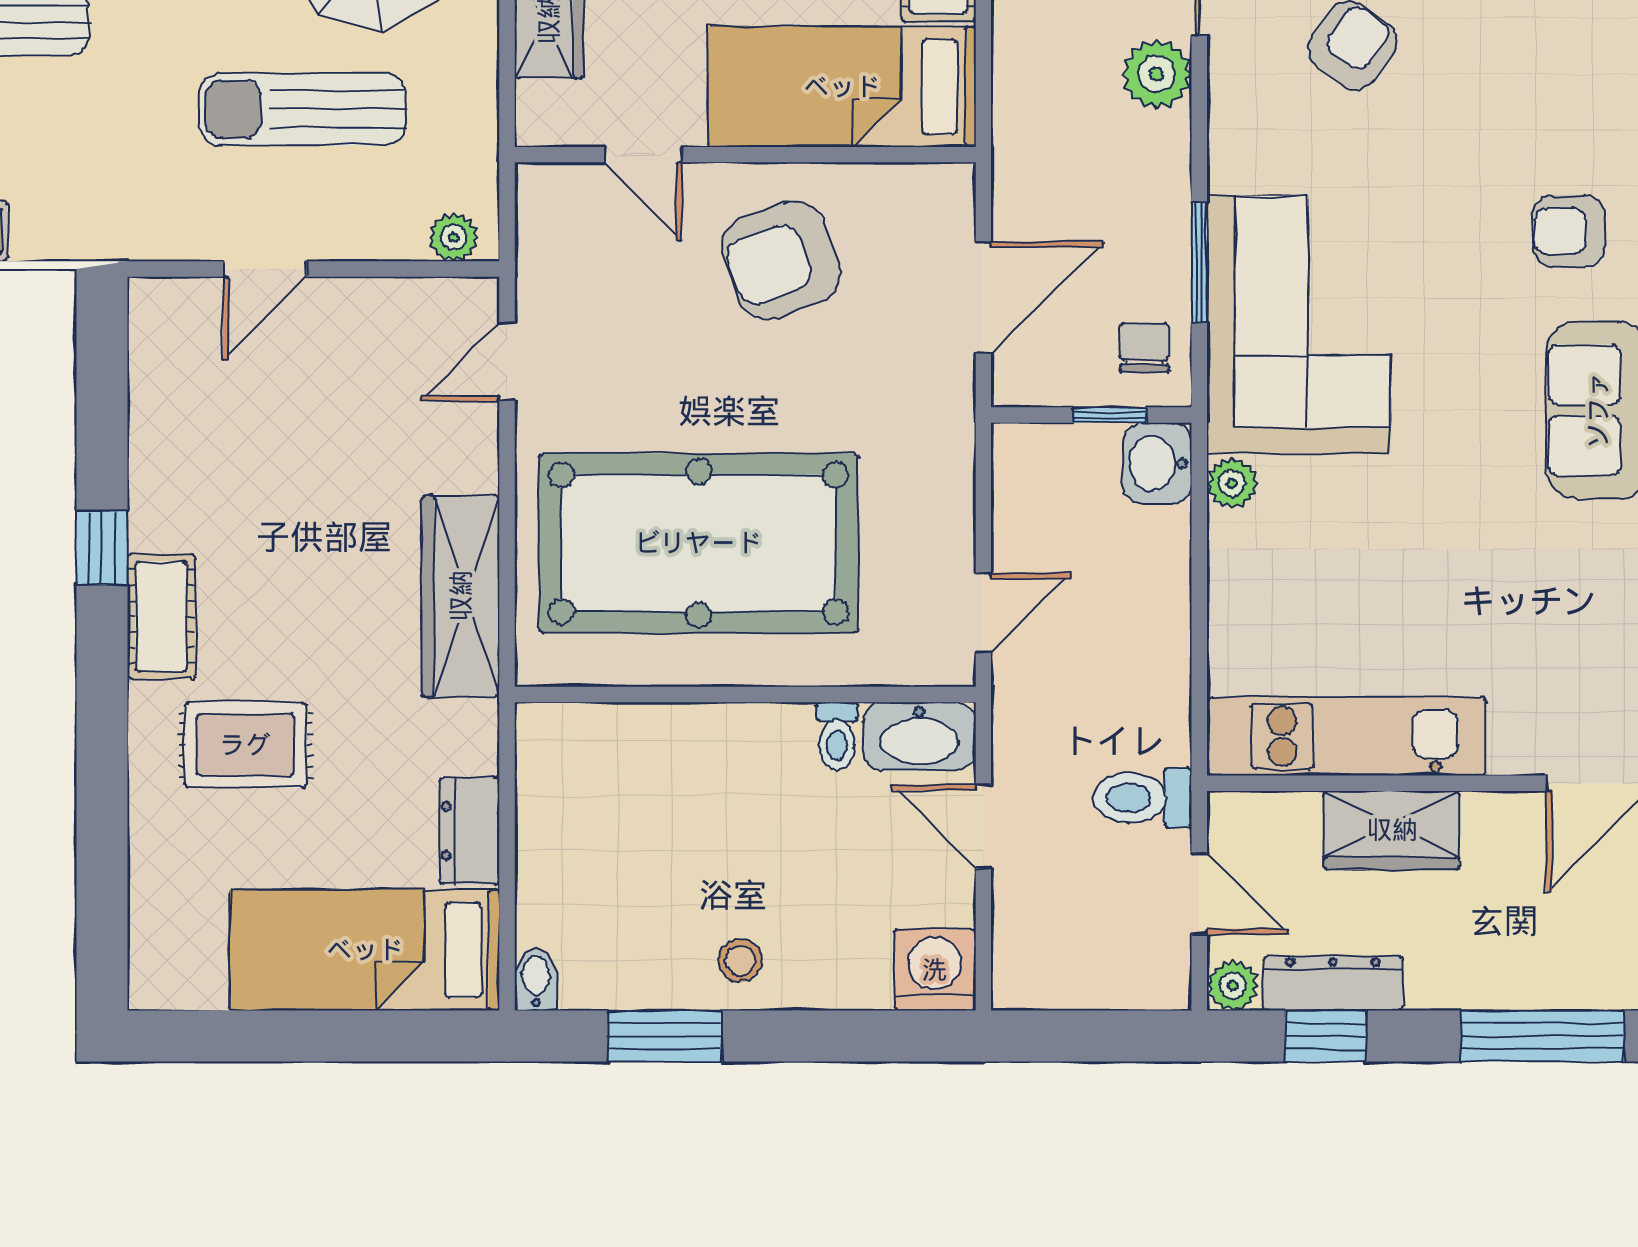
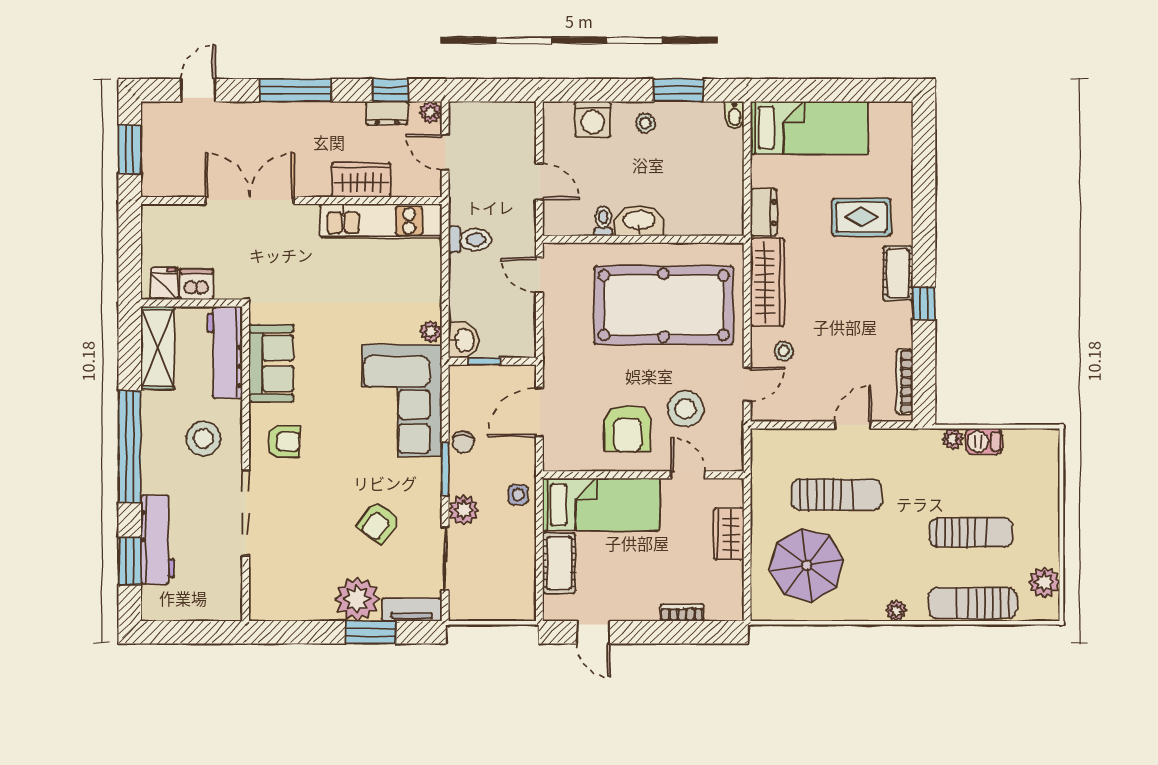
side table: (1032, 109) -> (518, 495), added
plant: (454, 237) -> (952, 439), moved
armchair: (781, 260) -> (628, 429), turned 109
window: (1199, 262) -> (445, 469), moved
stool: (648, 306) -> (686, 409), added
chair: (1144, 348) -> (463, 442), moved
bookcase: (146, 368) -> (905, 382), added
stool: (423, 439) -> (784, 351), added
door: (983, 613) -> (539, 275), hinge flipped
washbasin: (919, 736) -> (639, 221), moved
toilet: (1142, 798) -> (470, 240), moved
dresser: (469, 831) -> (764, 213), moved
washing machine: (935, 970) -> (593, 119), moved
dresser: (1333, 983) -> (387, 113), width x0.70

